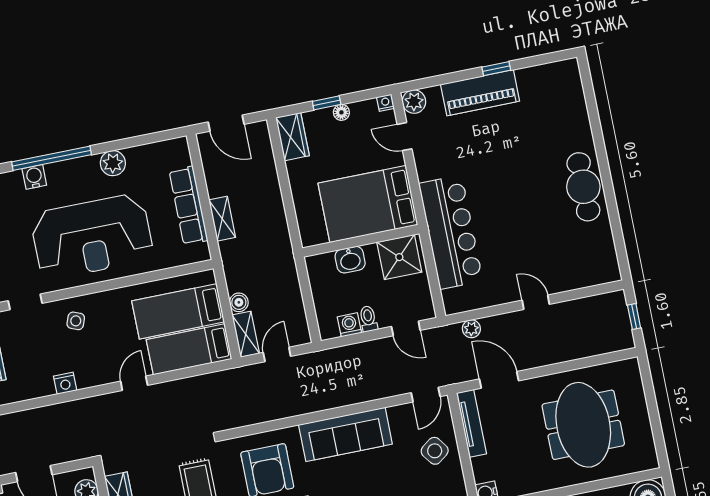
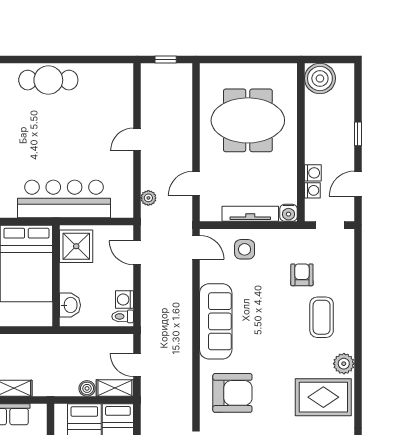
washbasin: (350, 260) -> (70, 305), moved
toilet: (368, 319) -> (123, 316), moved
door: (406, 328) -> (137, 253), swing flipped
door: (499, 380) -> (196, 183), width x0.73
tv unit: (471, 423) -> (250, 214), moved
side table: (435, 451) -> (245, 249), turned 37

